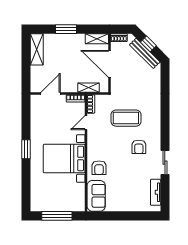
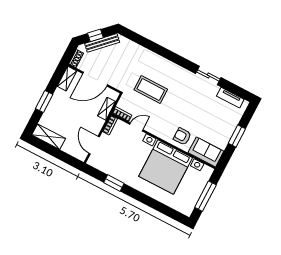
coffee table: (126, 118) -> (151, 90), turned 90
door: (86, 123) -> (136, 127), swing flipped
armchair: (139, 147) -> (182, 91), removed
window: (26, 149) -> (114, 183), moved
bed with nightstands: (64, 158) -> (166, 167), width x1.36
armchair: (99, 168) -> (182, 136), turned 180
window: (125, 216) -> (237, 136), added

